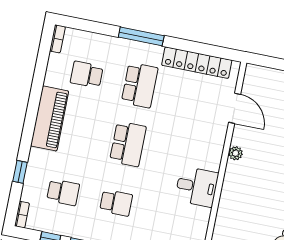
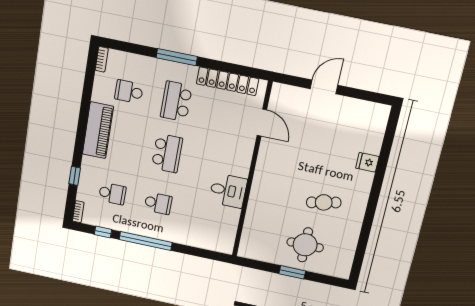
school desk: (140, 85) -> (176, 101), turned 180
plant: (236, 153) -> (262, 162), removed

